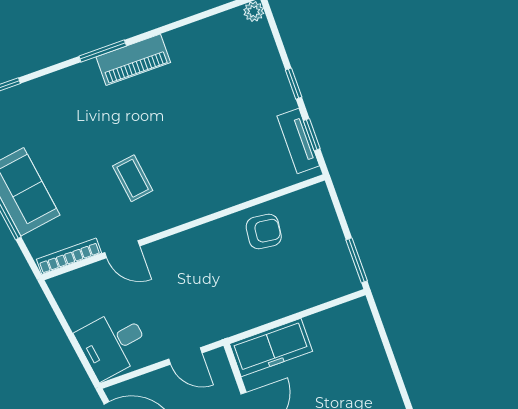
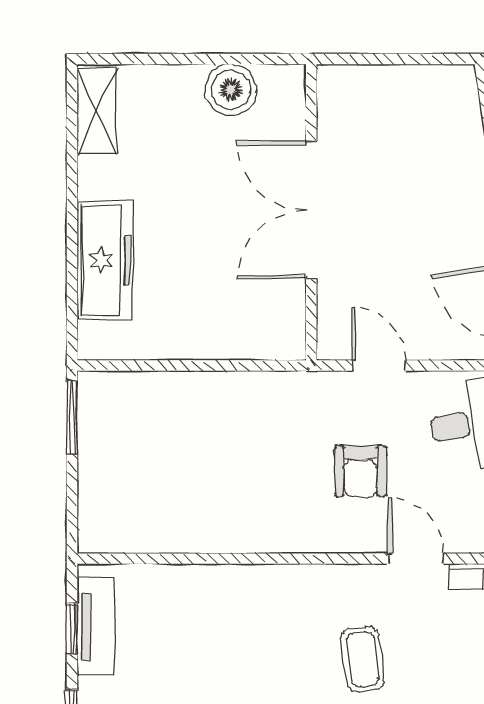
armchair: (264, 231) -> (361, 471), moved, turned -97
freezer: (271, 348) -> (105, 260), moved, turned 90

